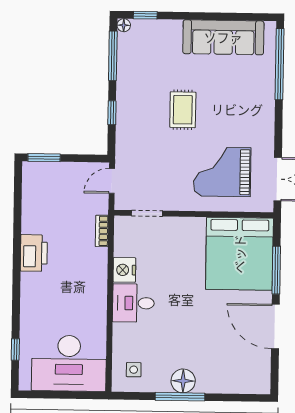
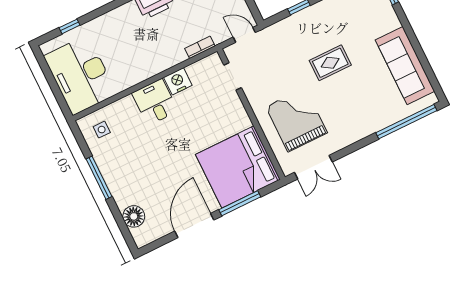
floor lamp: (183, 381) -> (134, 216), moved

